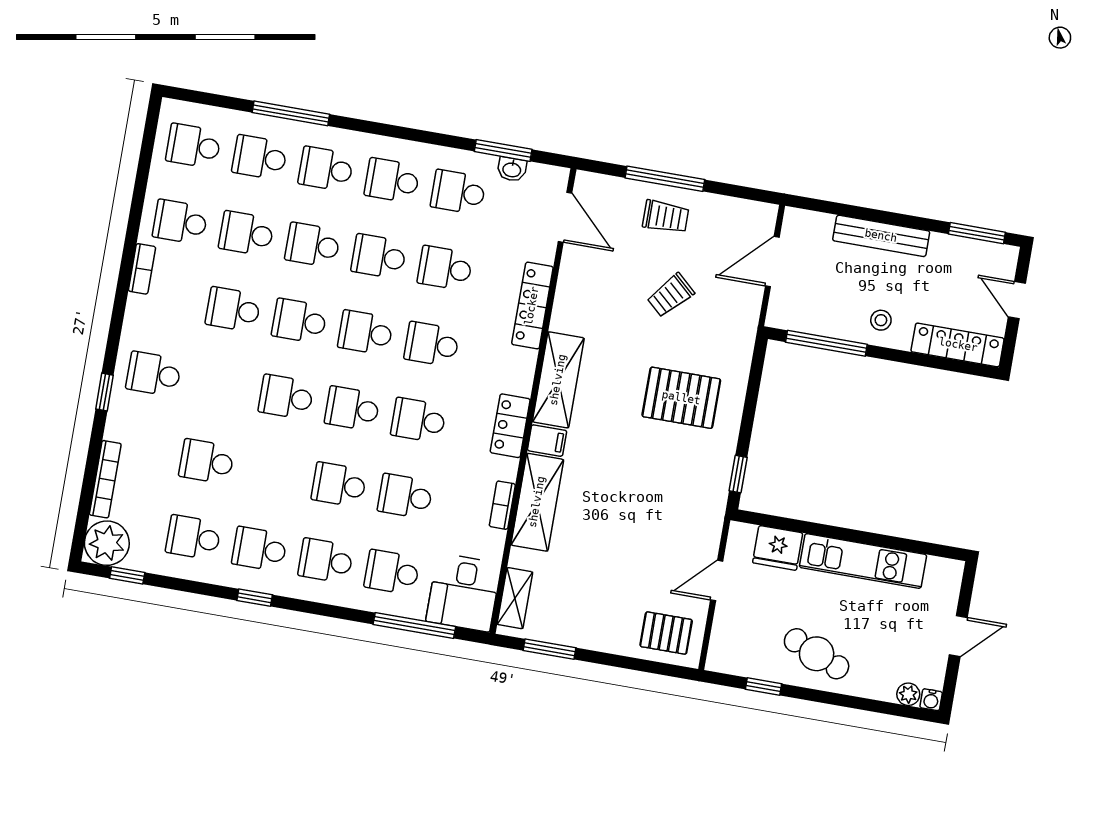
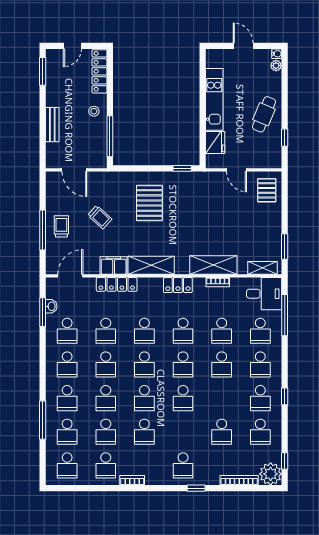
bench: (881, 236) -> (52, 125), width x0.73
filing cabinet: (547, 441) -> (114, 266), moved, width x2.00

